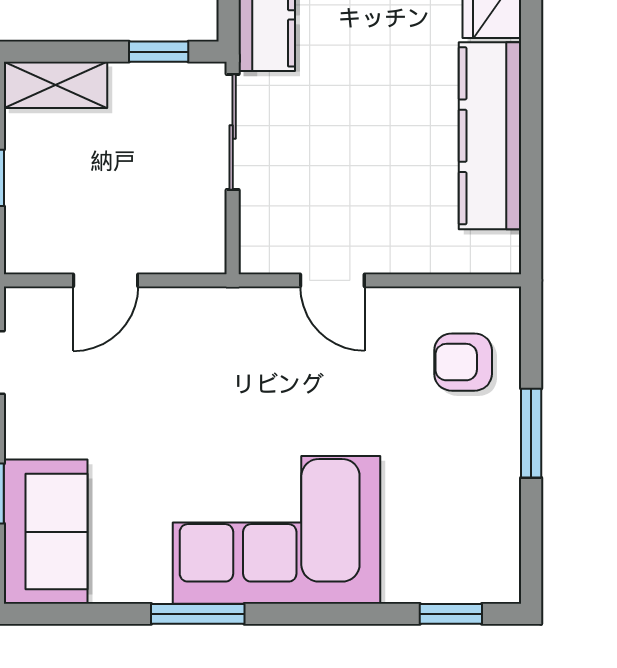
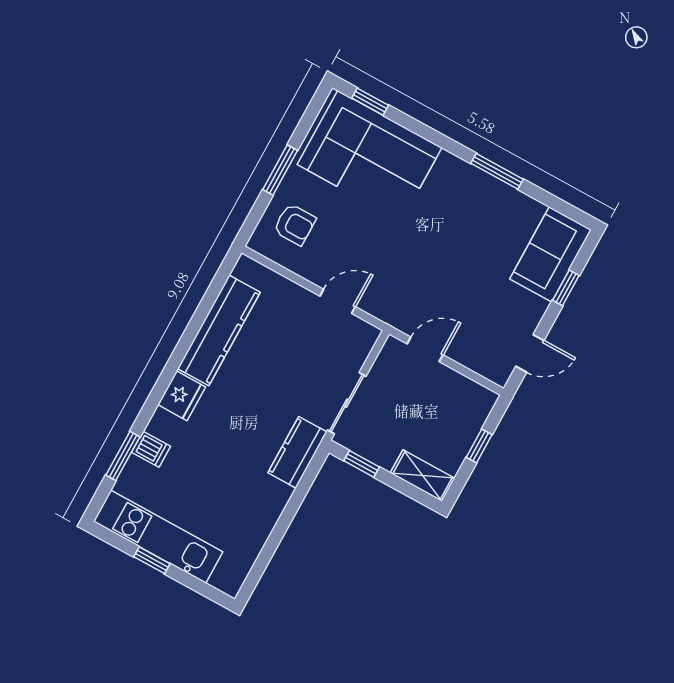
door: (106, 280) -> (425, 349), moved
door: (332, 280) -> (338, 301), hinge flipped
corner sofa: (277, 530) -> (370, 156), moved

